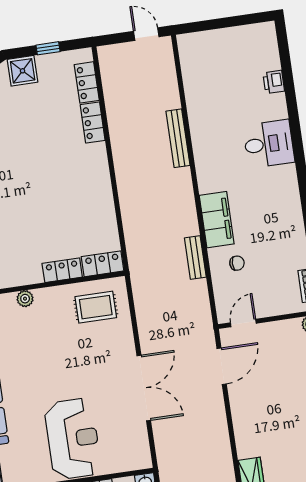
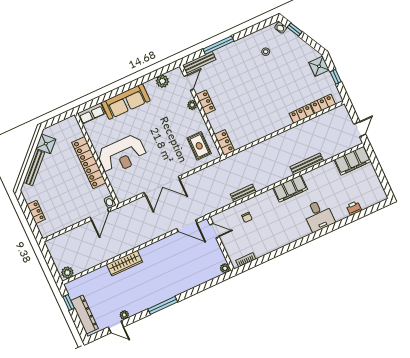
filing cabinet: (195, 61) -> (353, 161), added
filing cabinet: (217, 220) -> (290, 189), moved
locker: (62, 270) -> (206, 102), moved

